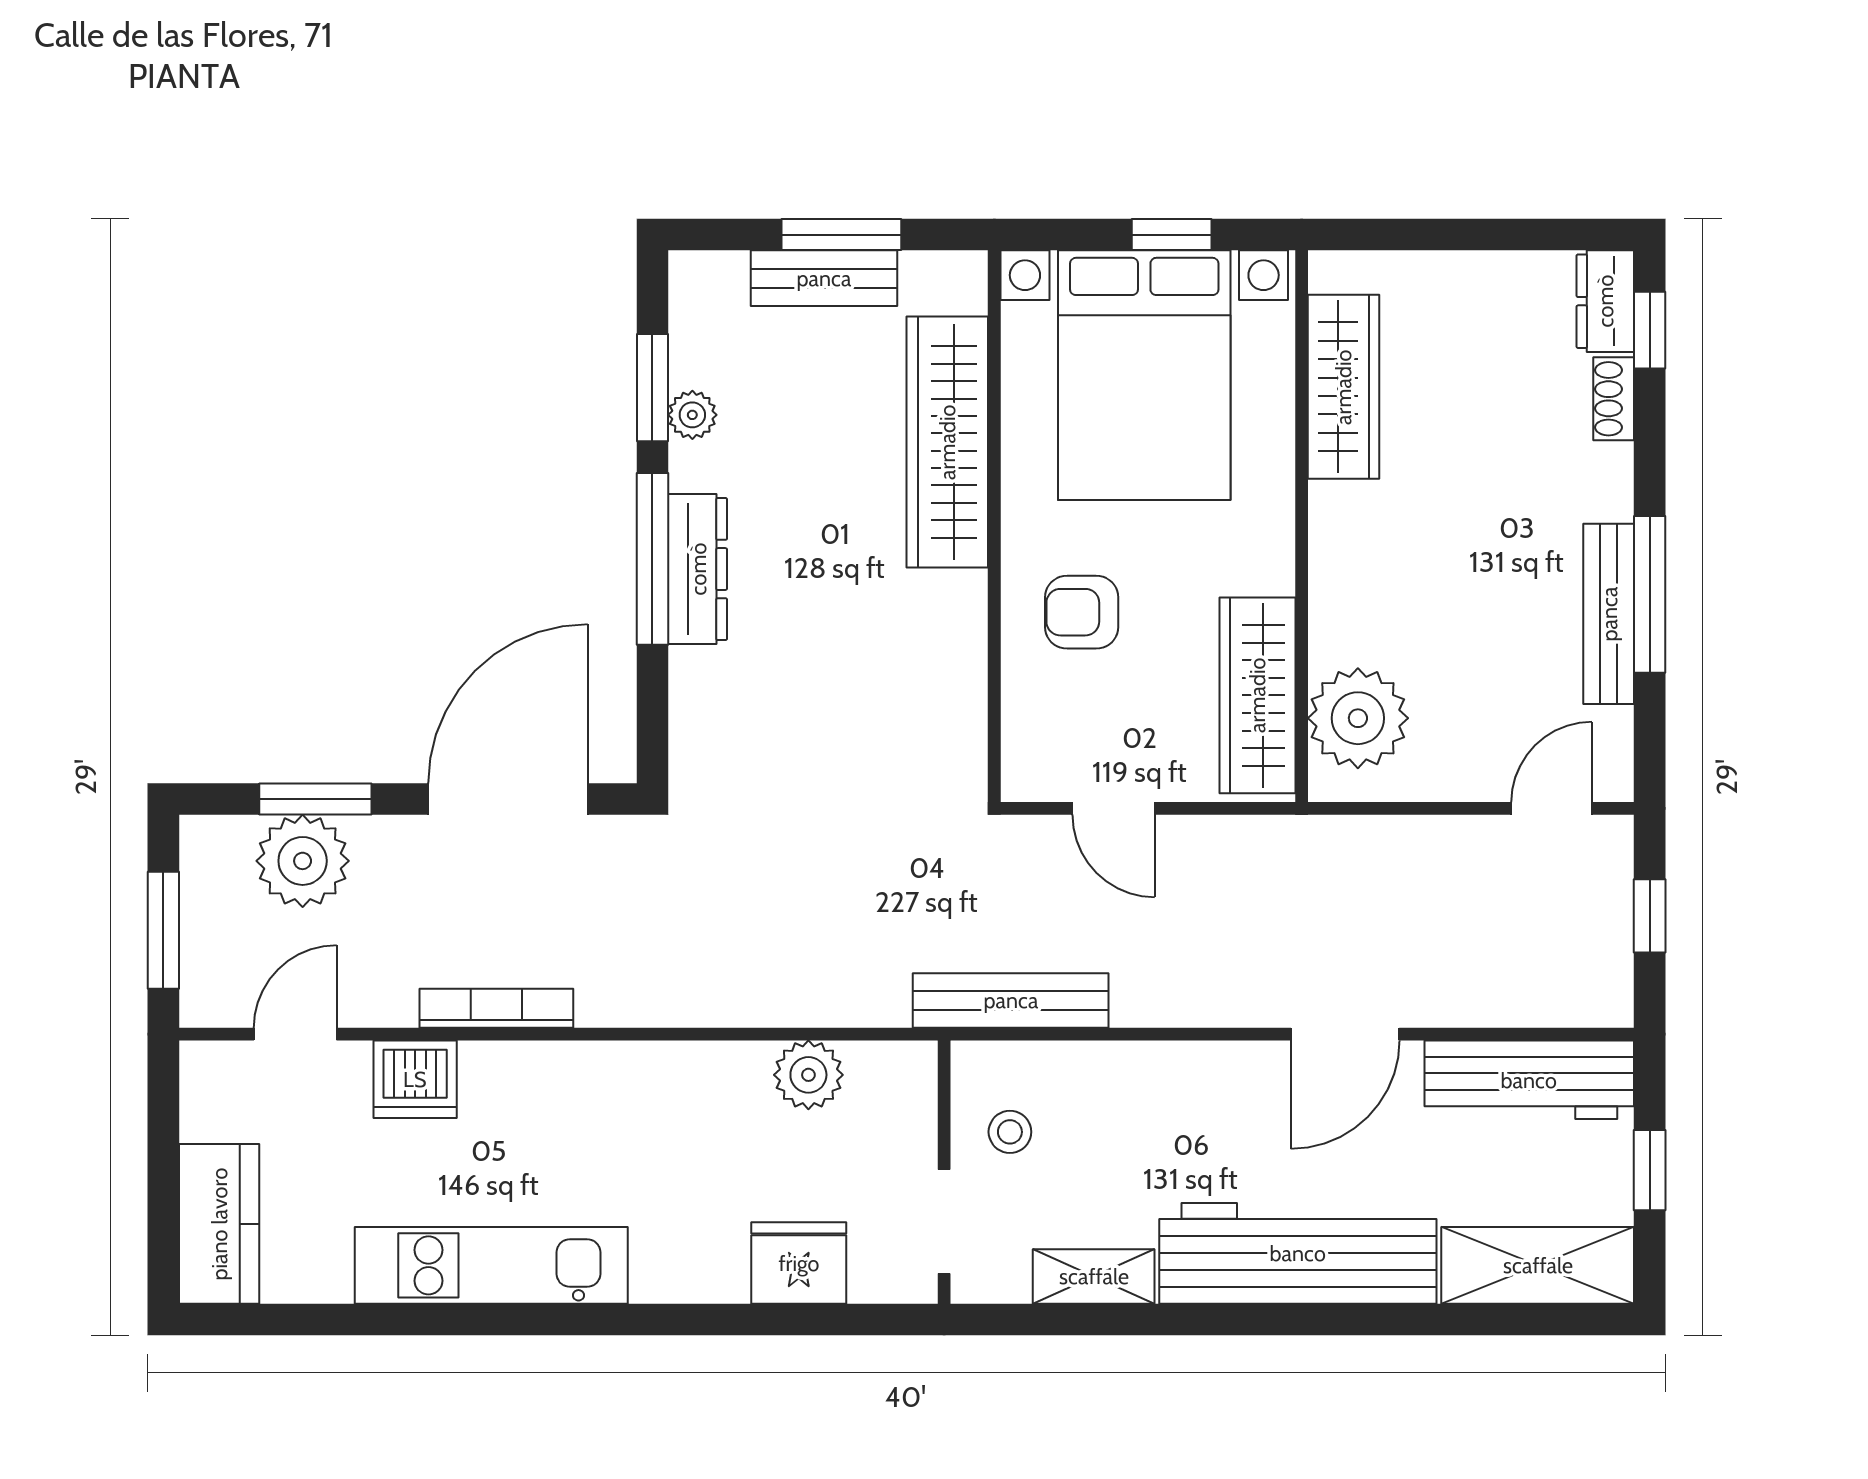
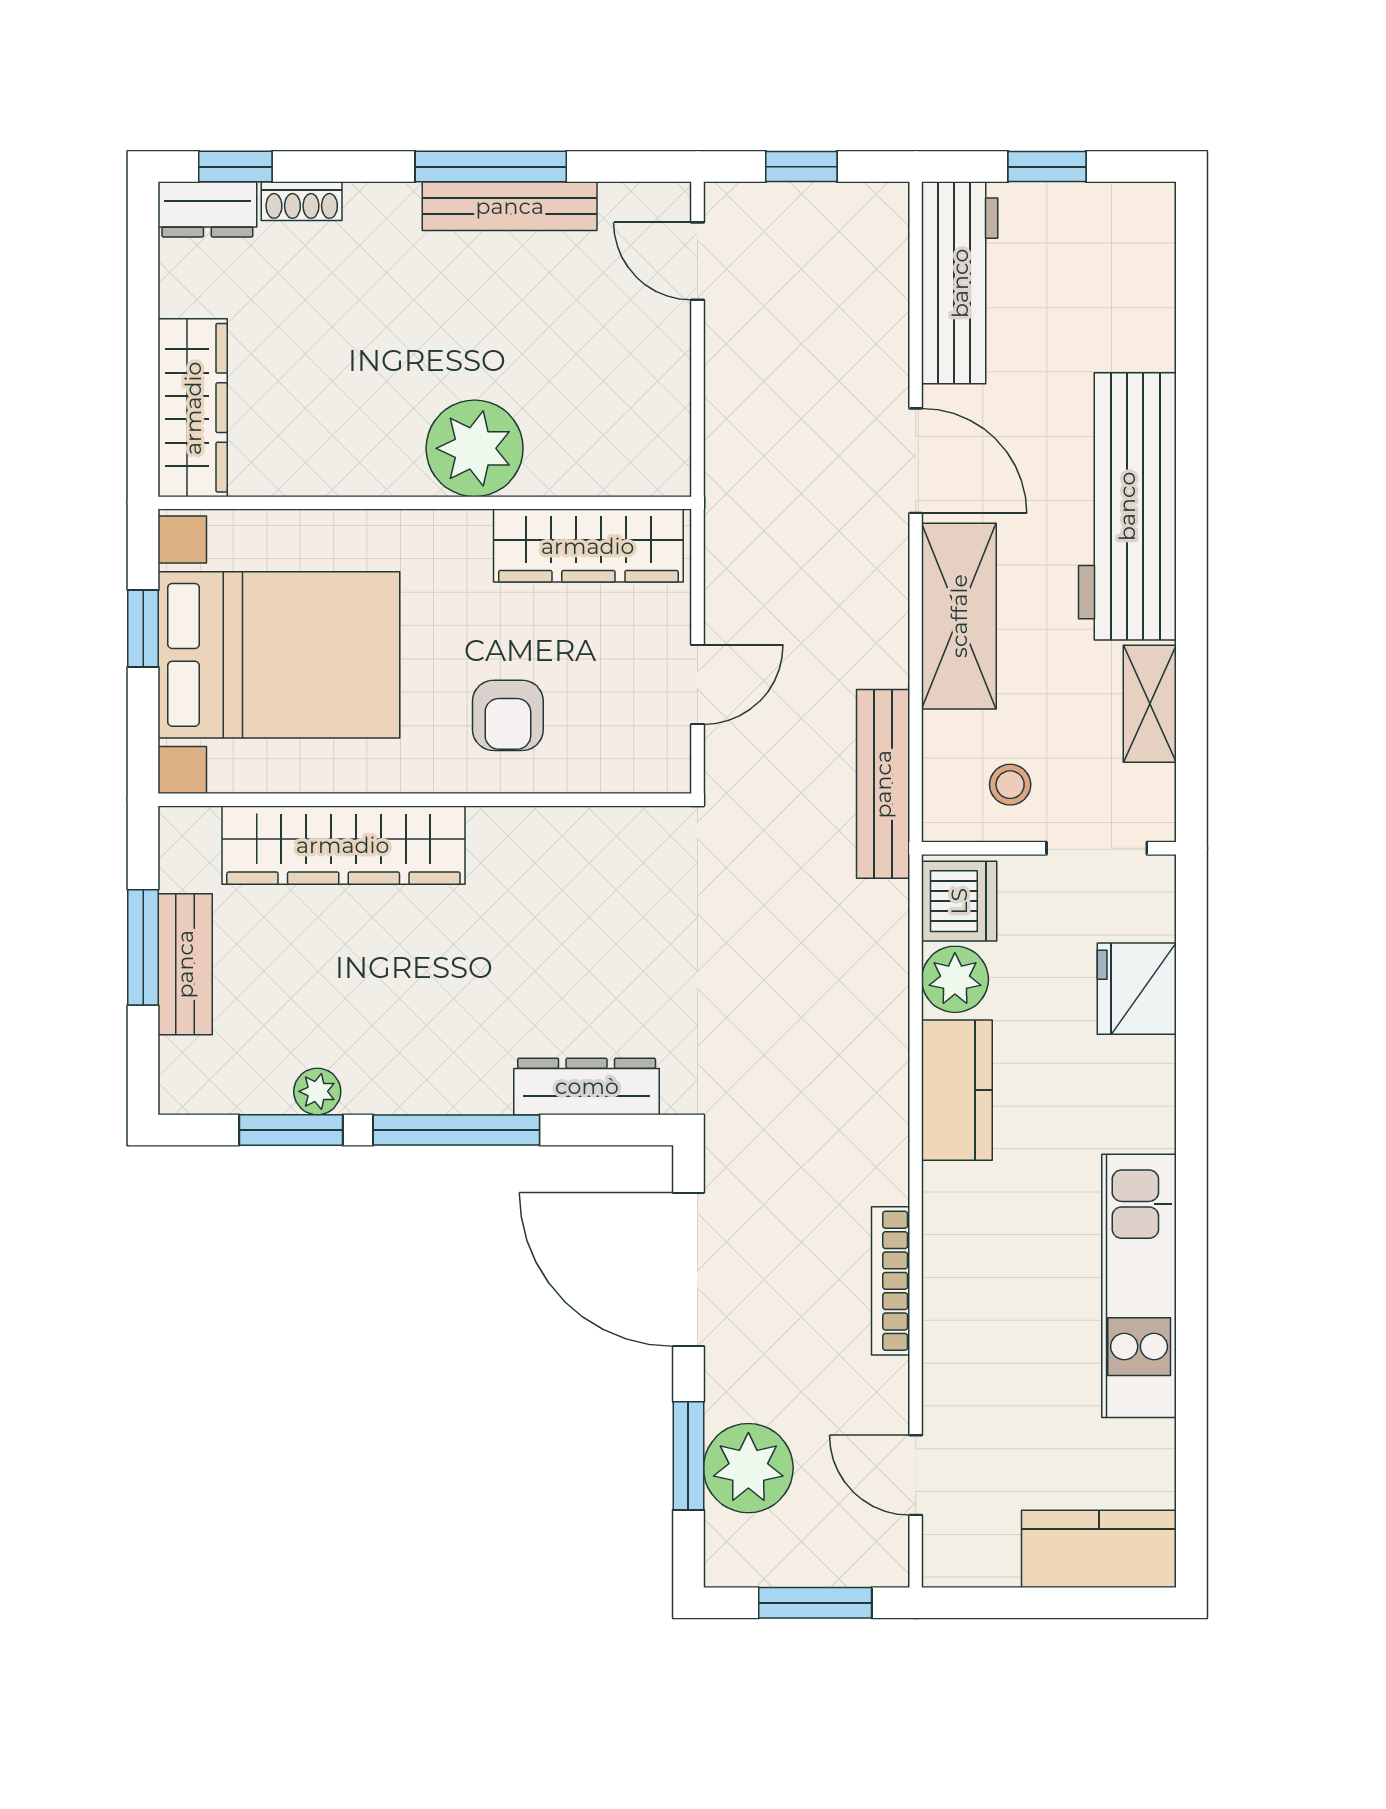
wardrobe: (1343, 387) -> (193, 408), moved, turned 90
dresser: (698, 569) -> (587, 1086), moved
plant: (1358, 718) -> (475, 448), moved
kitchen counter: (694, 1077) -> (957, 1090), added
dishwasher: (415, 1079) -> (959, 901), moved
shelving: (1538, 1265) -> (959, 616), moved

